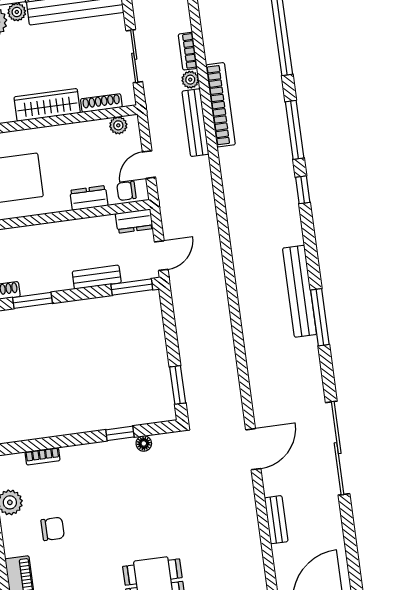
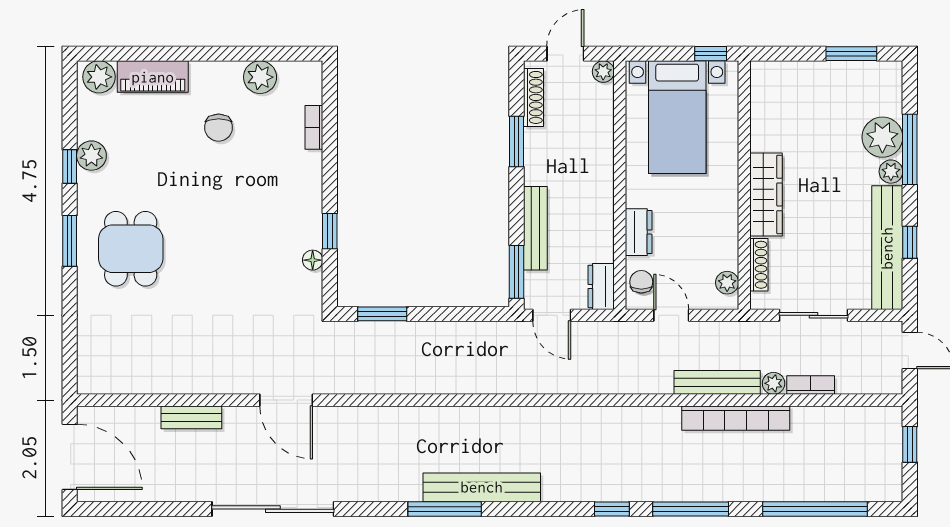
bench: (97, 277) -> (535, 228), width x1.36

